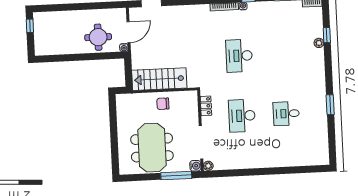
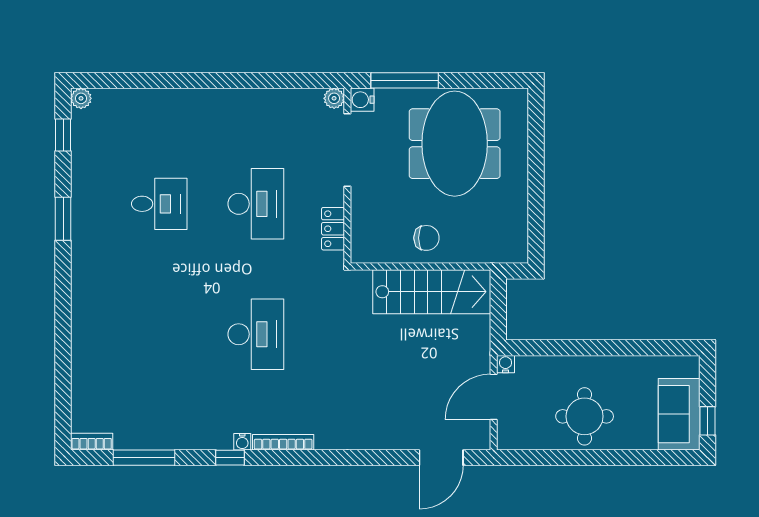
sofa: (43, 28) -> (679, 414), added
window: (327, 35) -> (63, 135), moved
round table: (98, 37) -> (585, 416), moved
plant: (319, 43) -> (81, 98), moved

